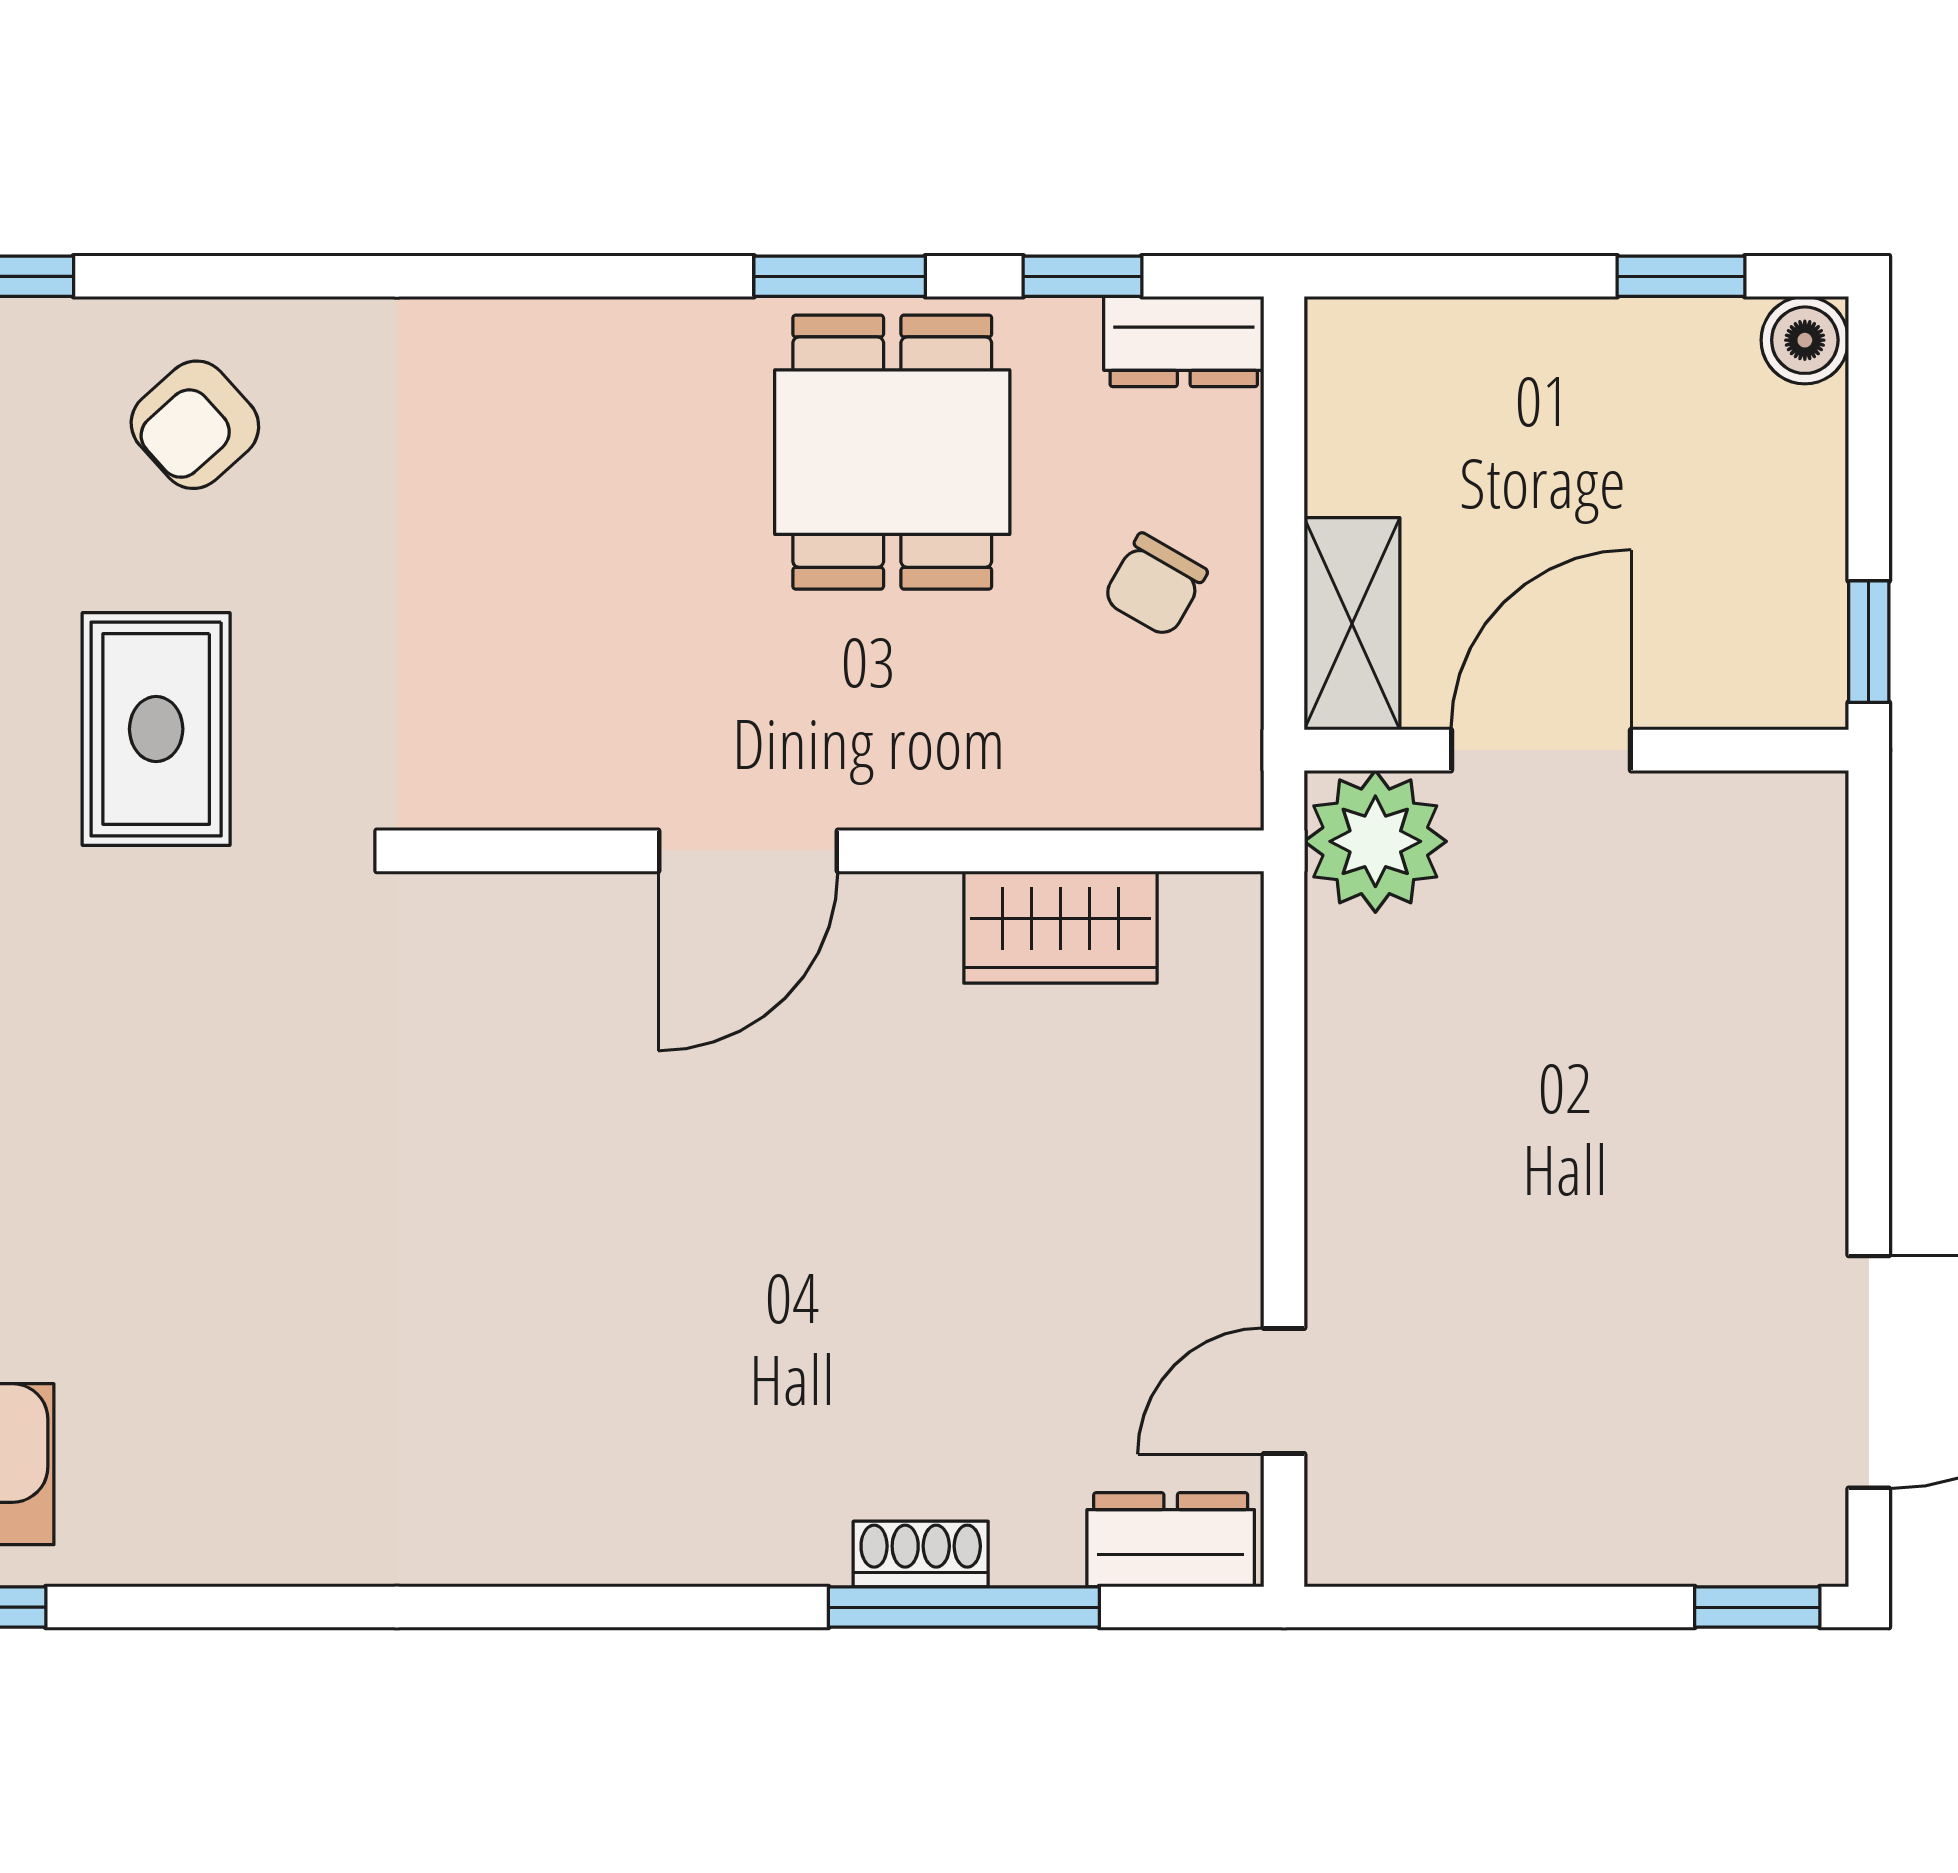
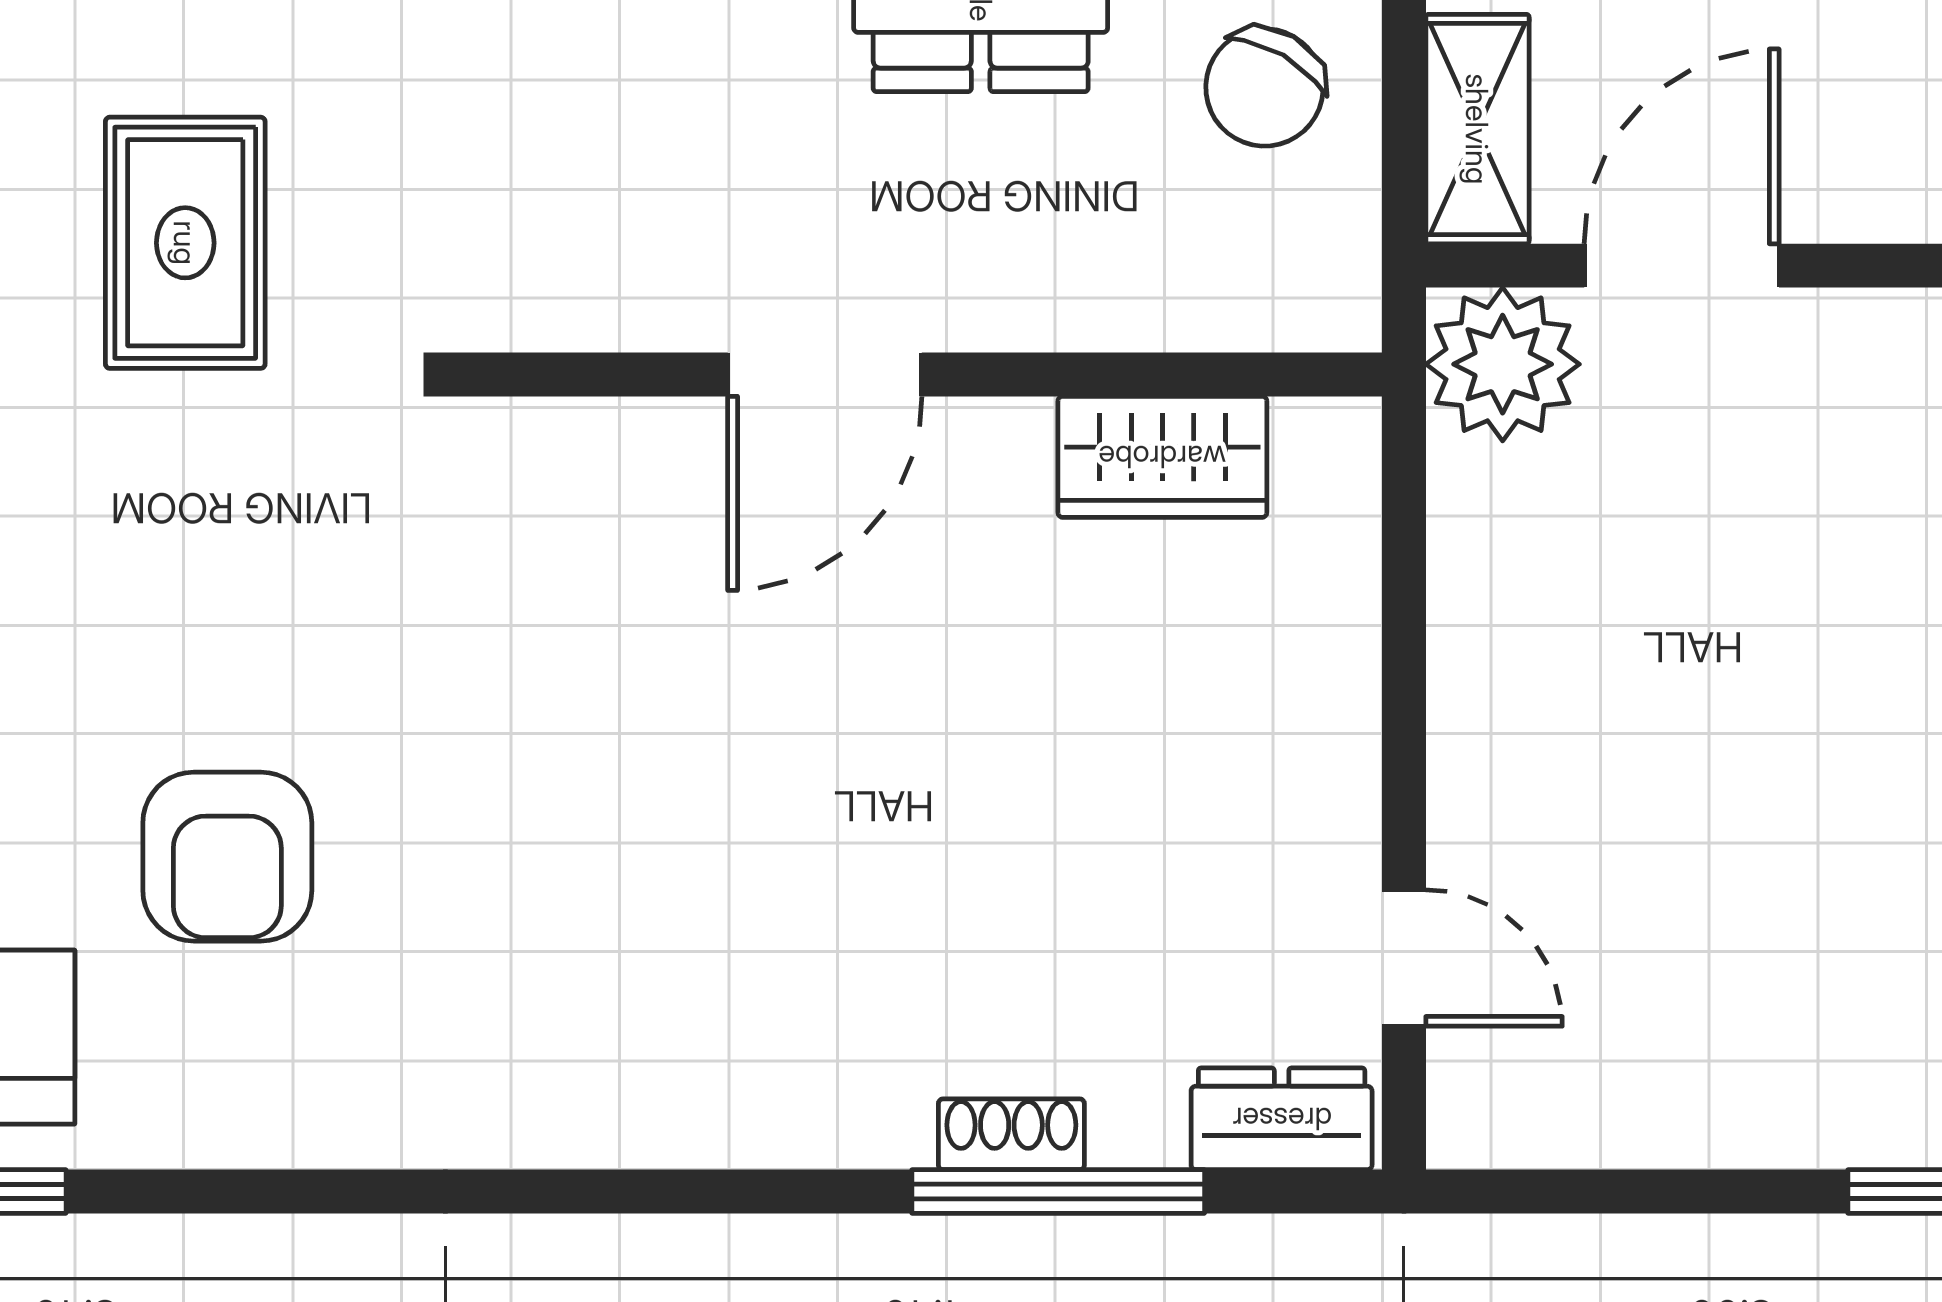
chair: (1155, 585) -> (1264, 87), width x1.37, depth x1.37
armchair: (195, 1297) -> (227, 857), added
door: (1284, 1391) -> (1404, 958), swing flipped

